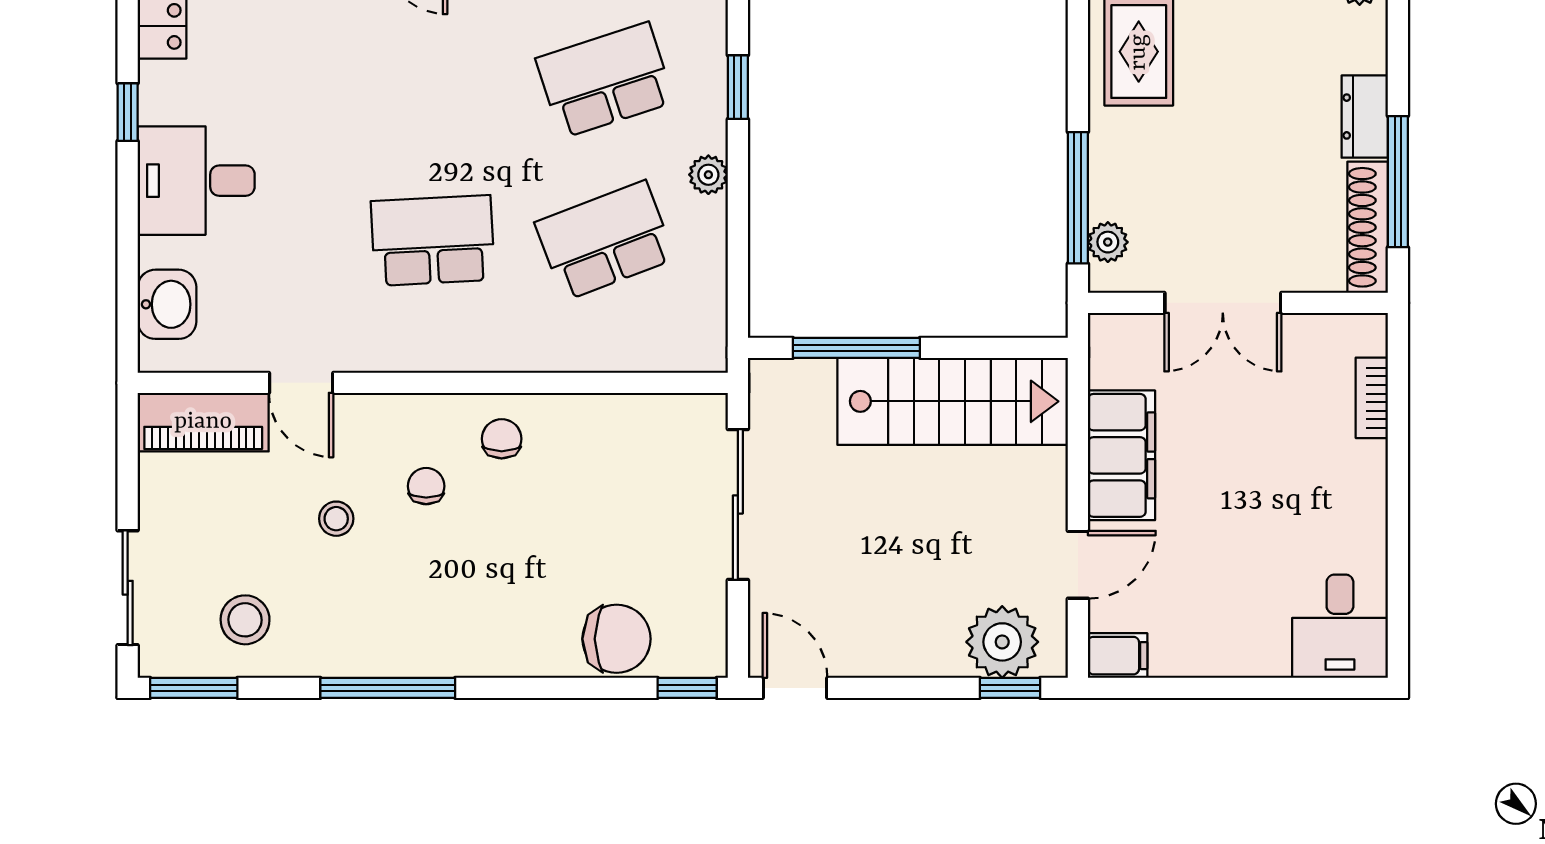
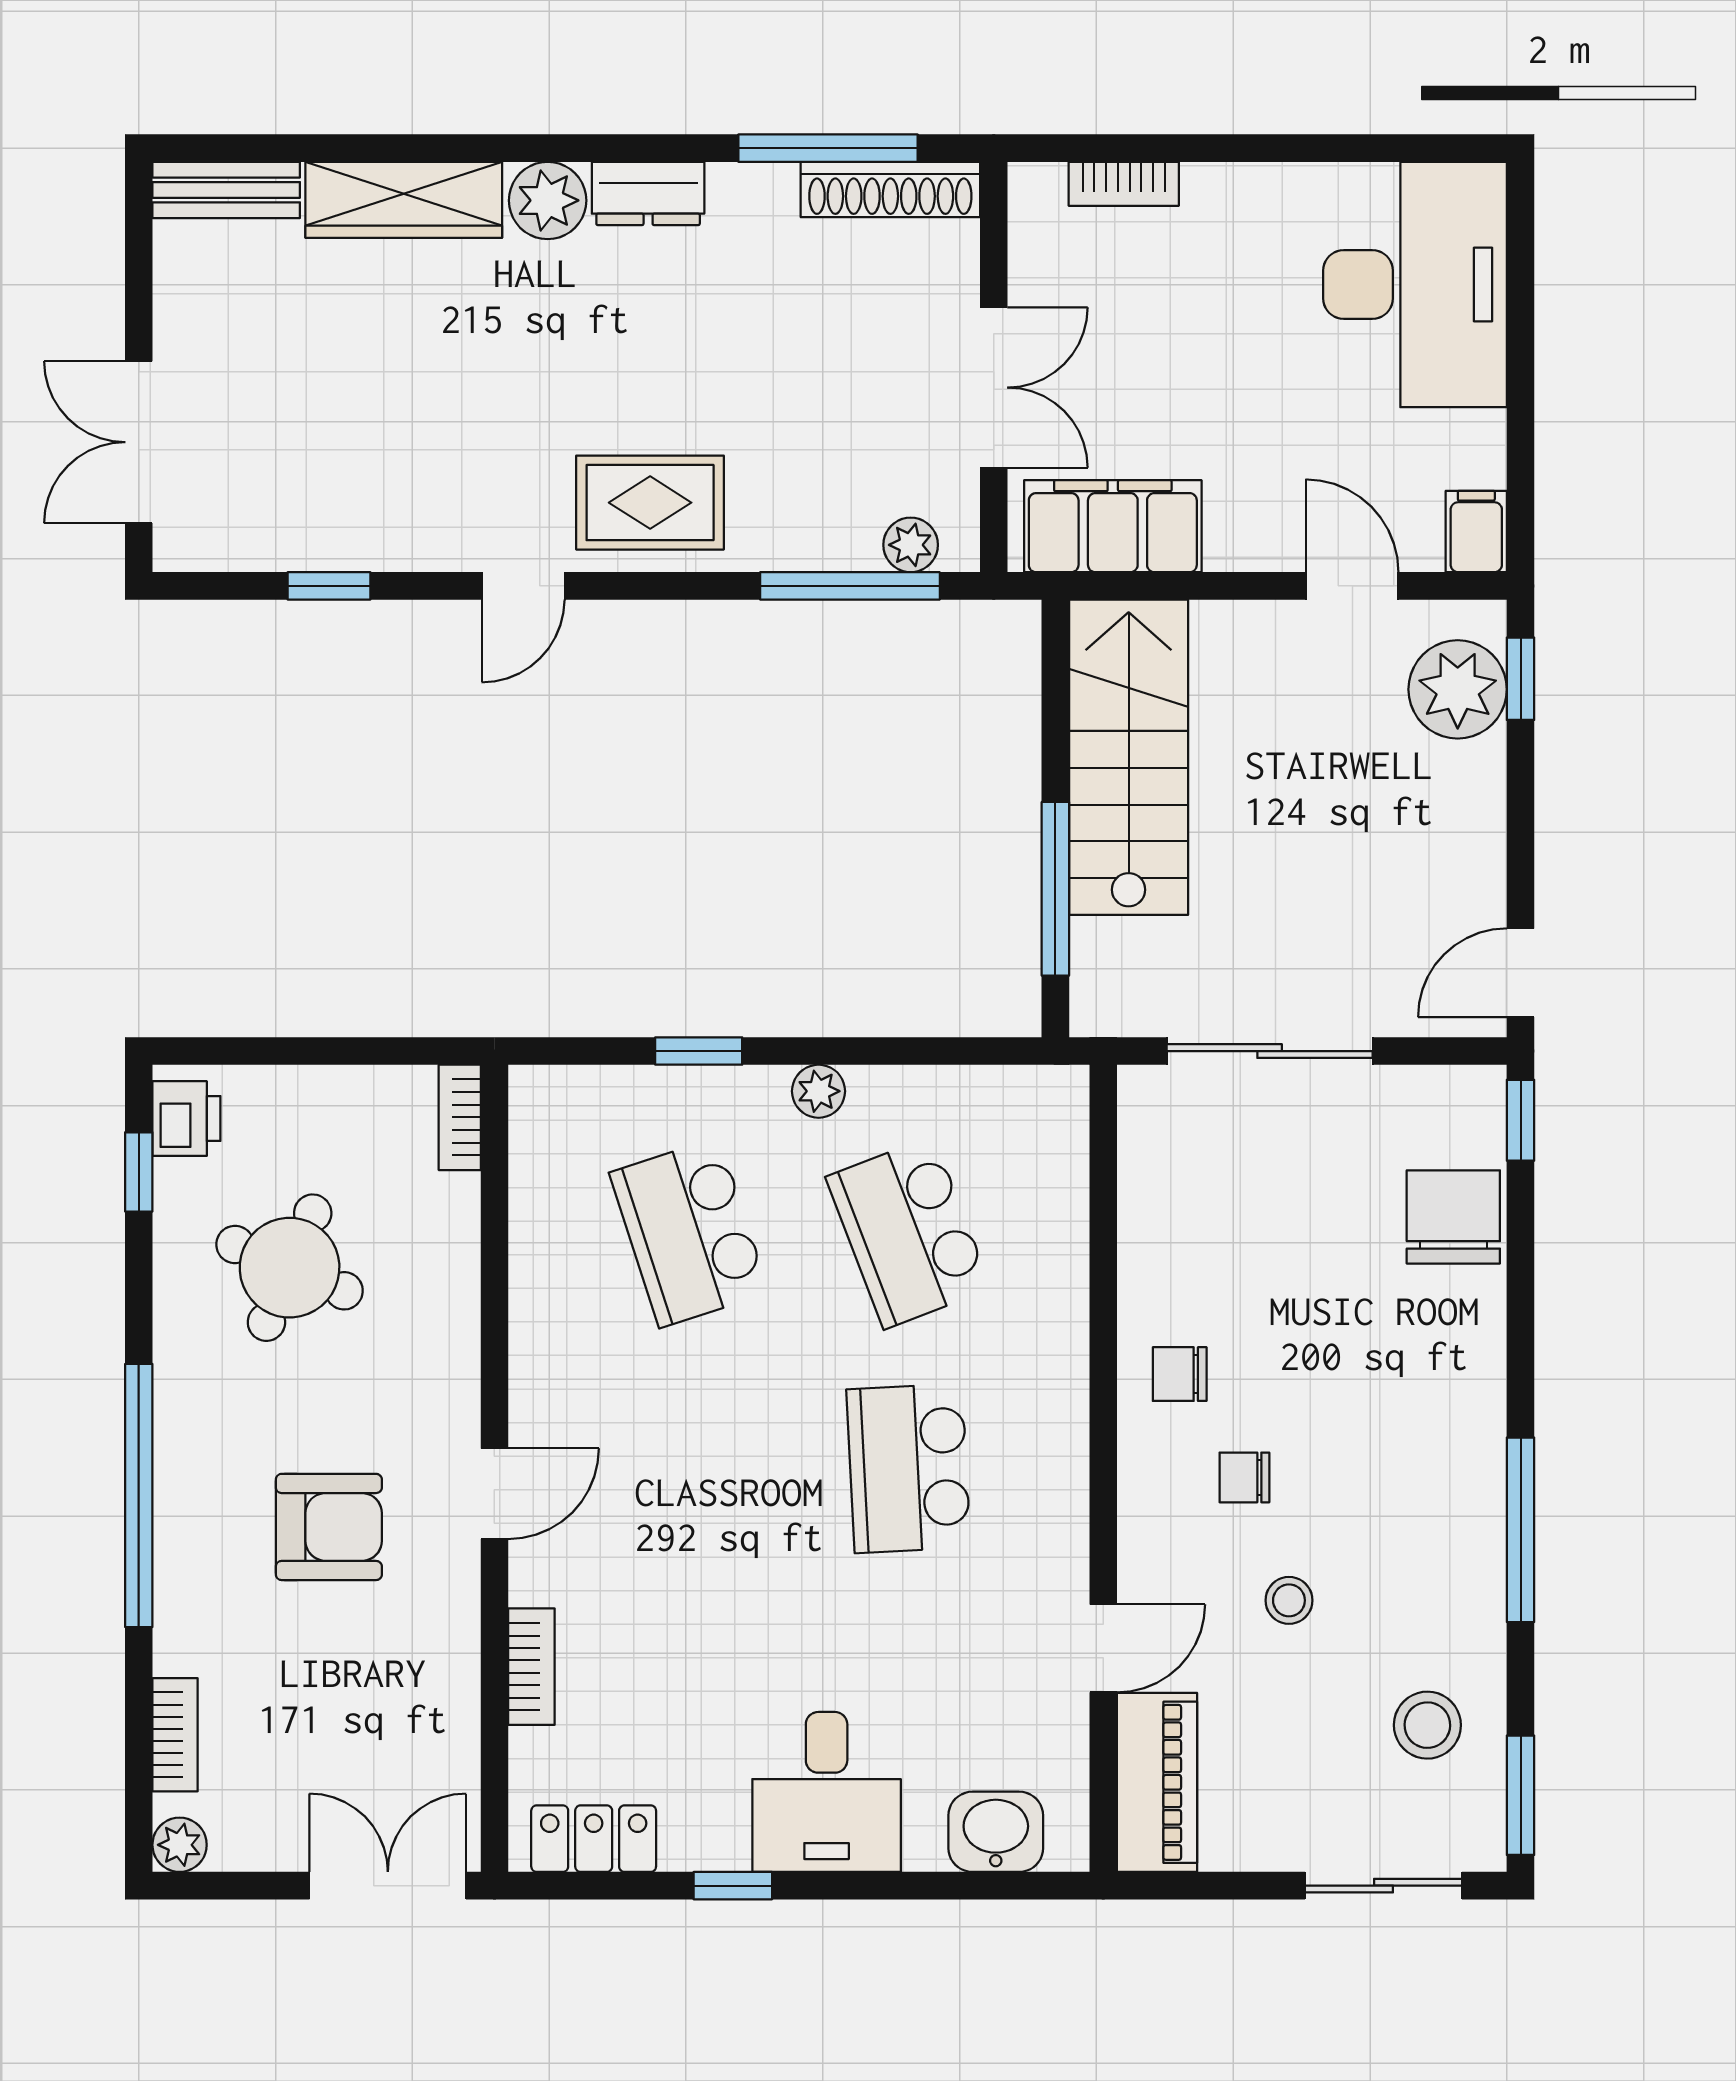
dresser: (1365, 117) -> (648, 193), moved
filing cabinet: (1121, 455) -> (1113, 526), moved
desk: (1340, 626) -> (1415, 284), width x1.87, depth x1.30

